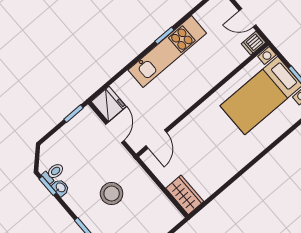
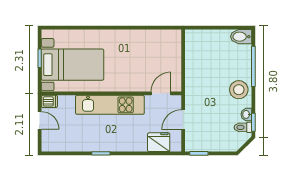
kitchen unit: (167, 52) -> (110, 105), moved, turned 180
fridge: (109, 104) -> (159, 142), moved, turned 90
stool: (112, 194) -> (239, 90), moved
wardrobe: (185, 195) -> (173, 44), removed

